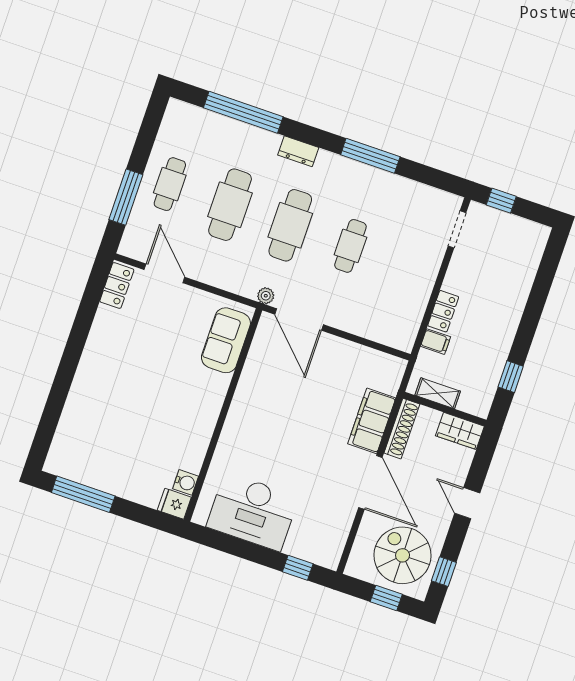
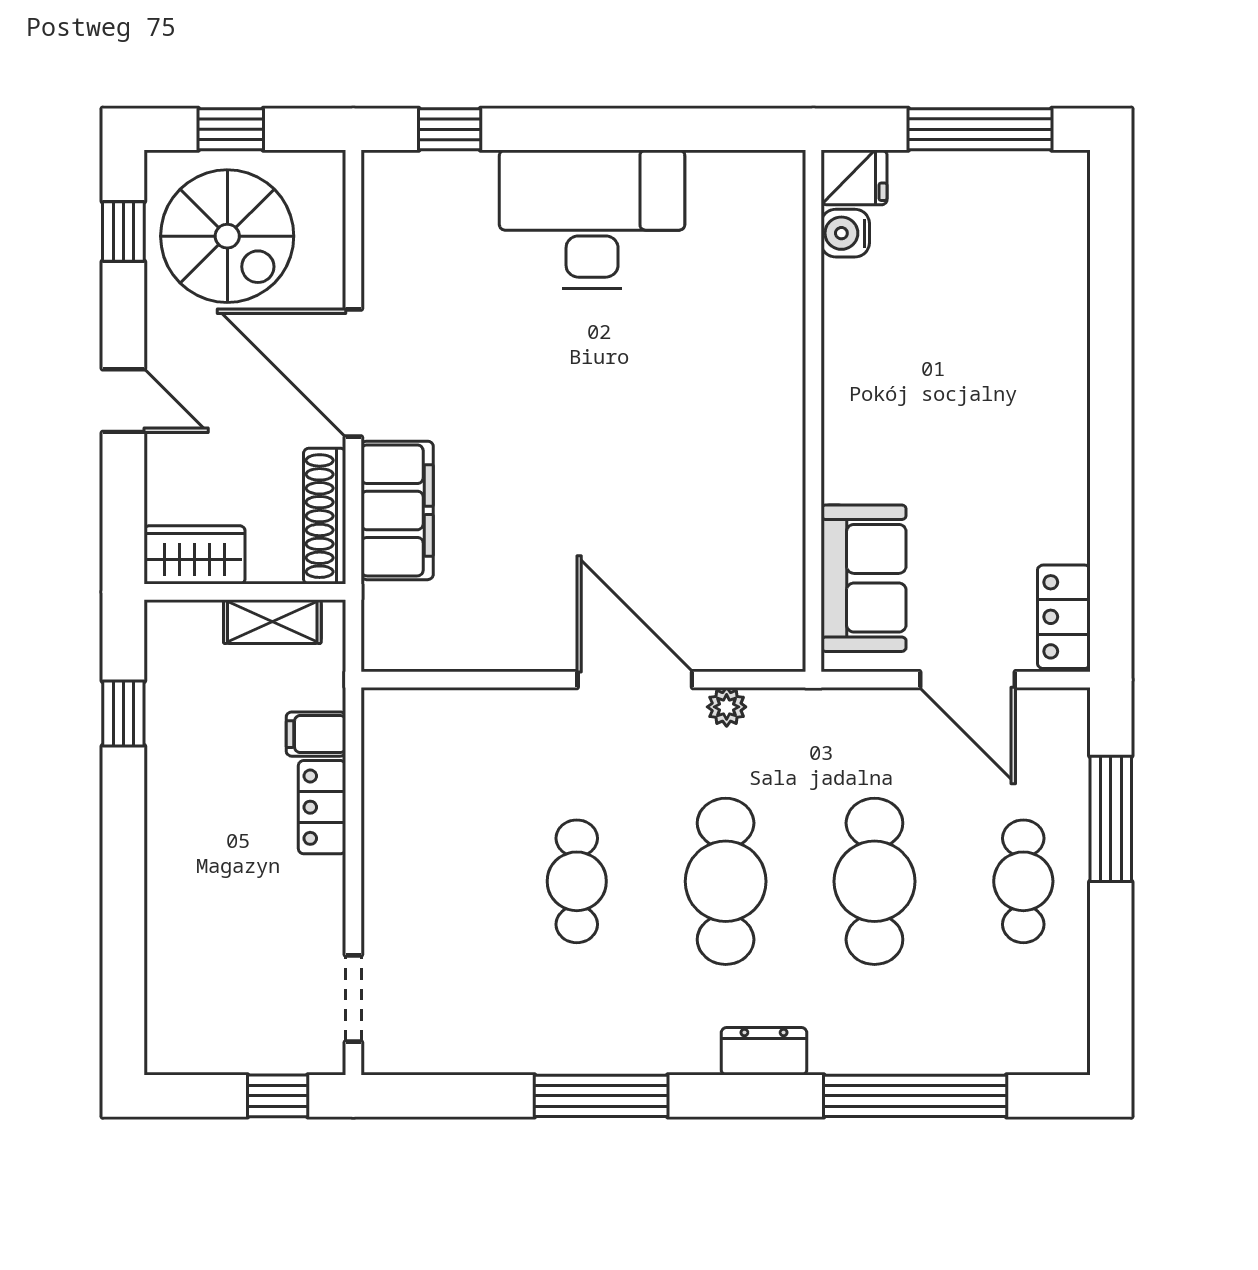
sofa: (226, 340) -> (864, 578), moved
wall: (223, 415) -> (813, 411), moved
water cooler: (186, 482) -> (845, 233), moved
fridge: (174, 504) -> (854, 177), moved

